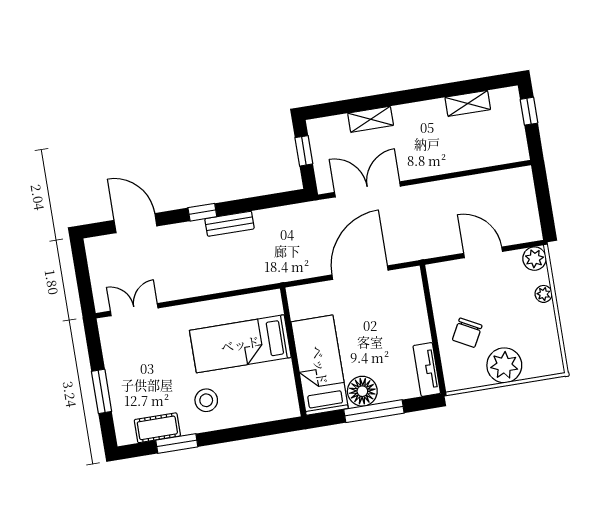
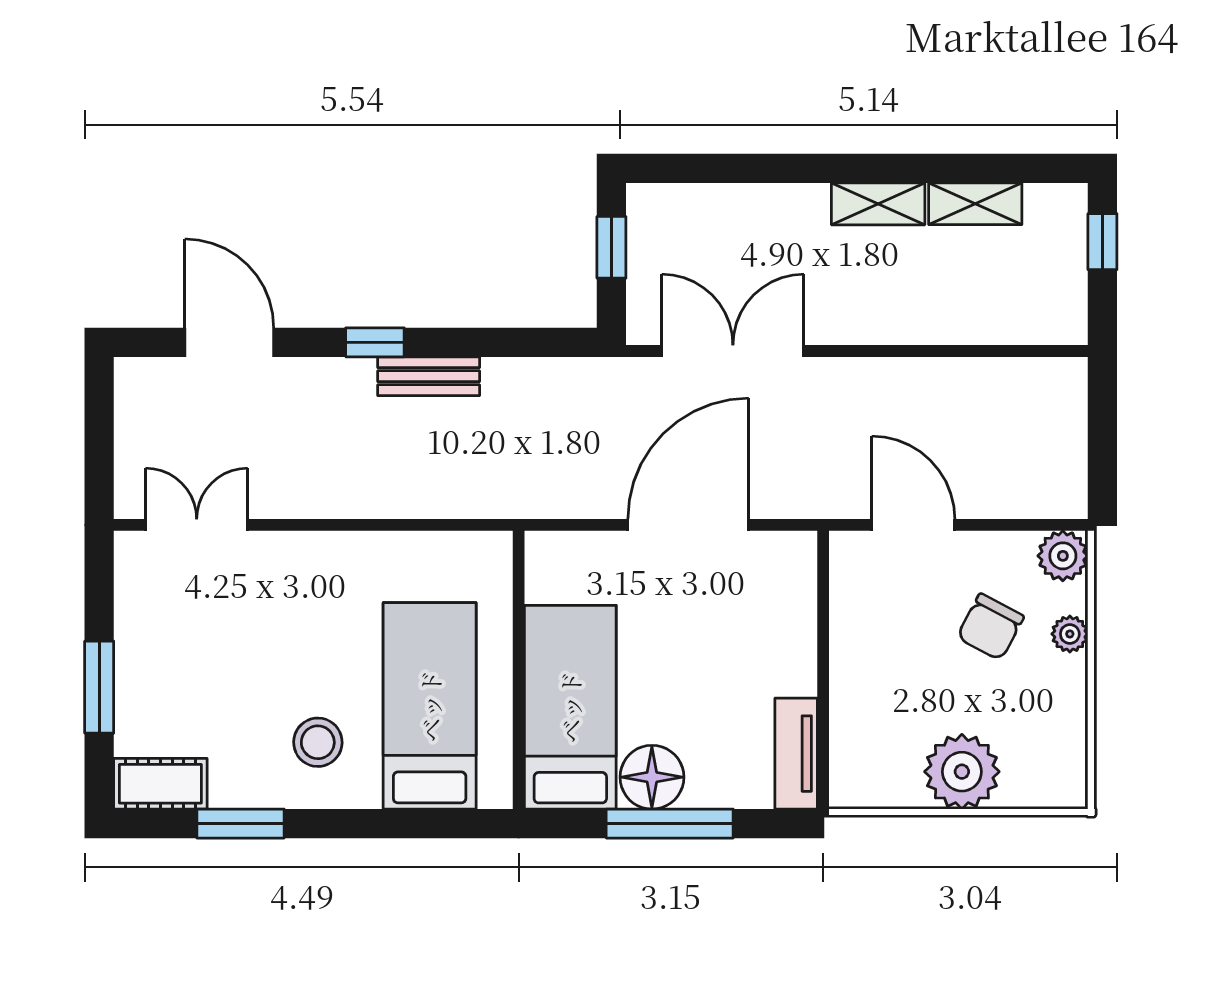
shelving: (371, 119) -> (878, 204), moved
door: (483, 252) -> (913, 525), moved
chair: (467, 333) -> (990, 627), moved
bed: (240, 344) -> (430, 706), moved, turned 90
cot: (157, 428) -> (160, 784), moved

